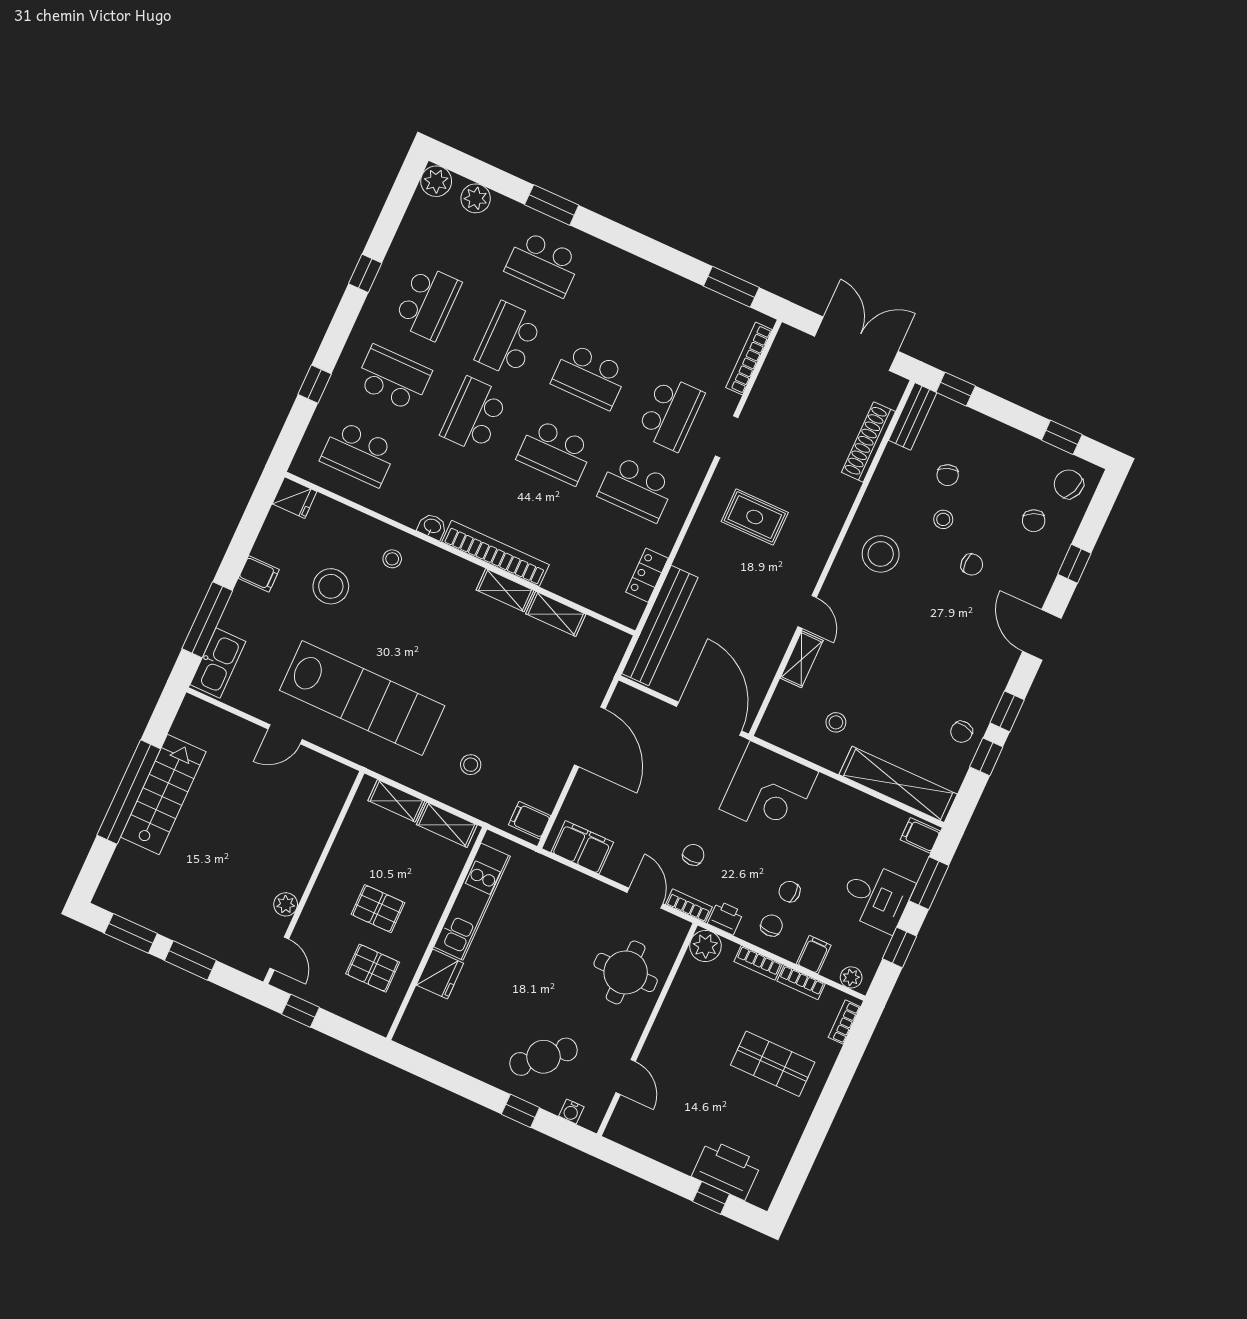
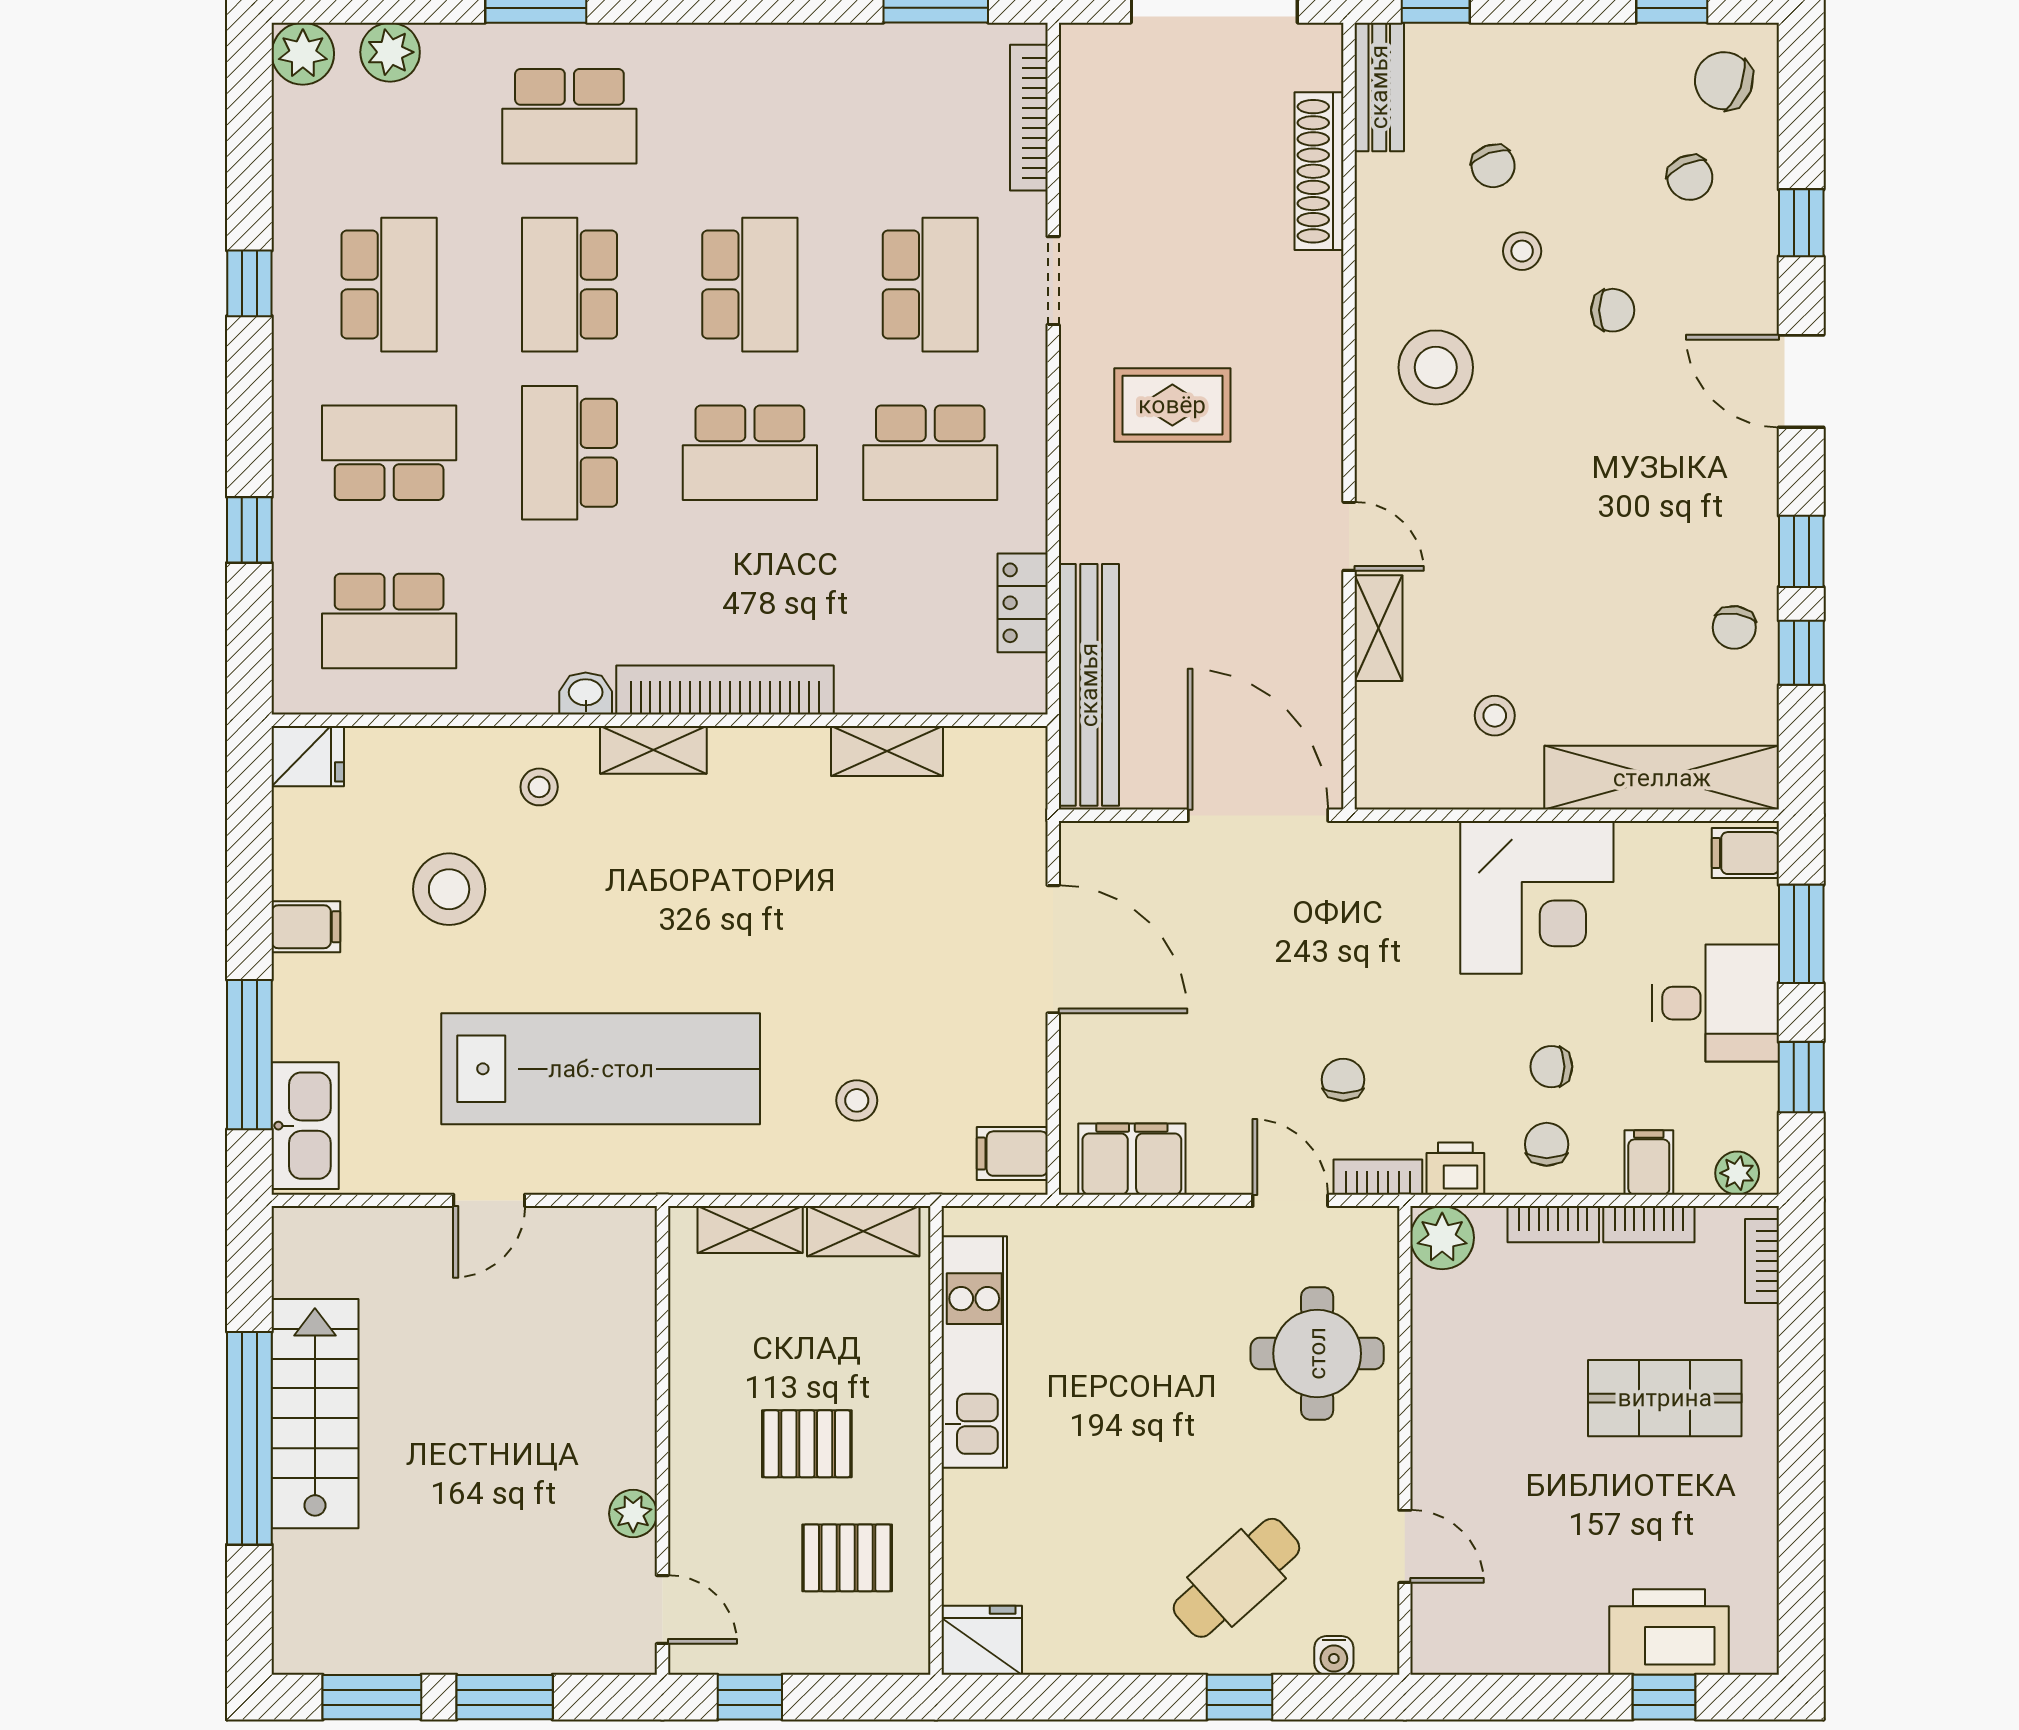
school desk: (590, 376) -> (750, 285), turned -90
shelving: (505, 590) -> (653, 750), moved
corner desk: (769, 790) -> (1537, 897), moved
fridge: (440, 974) -> (982, 1640), moved, turned -90

